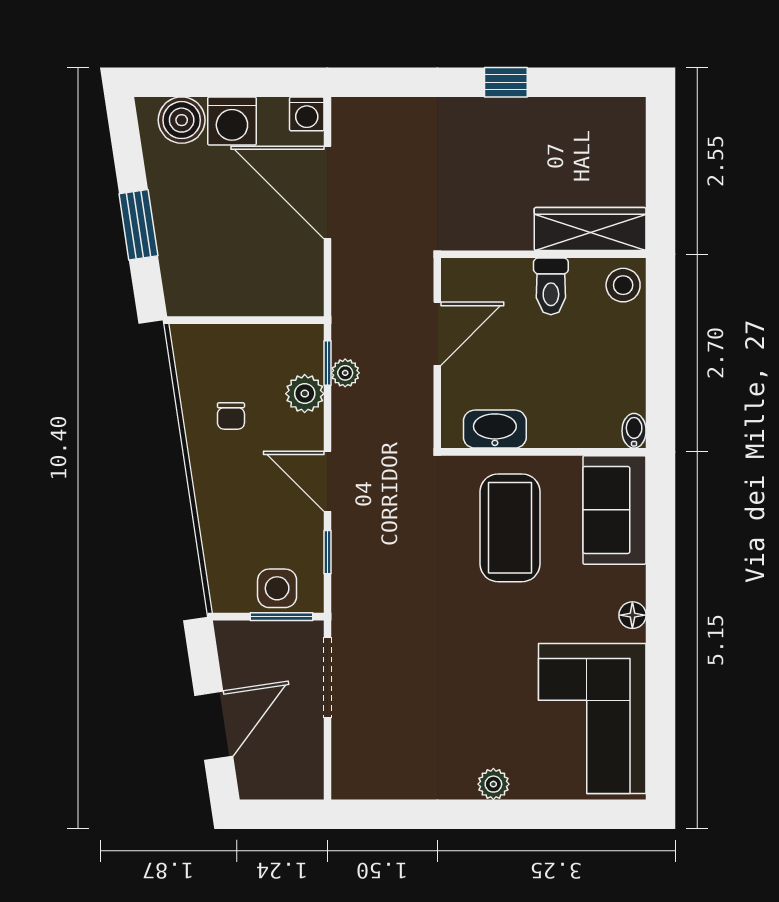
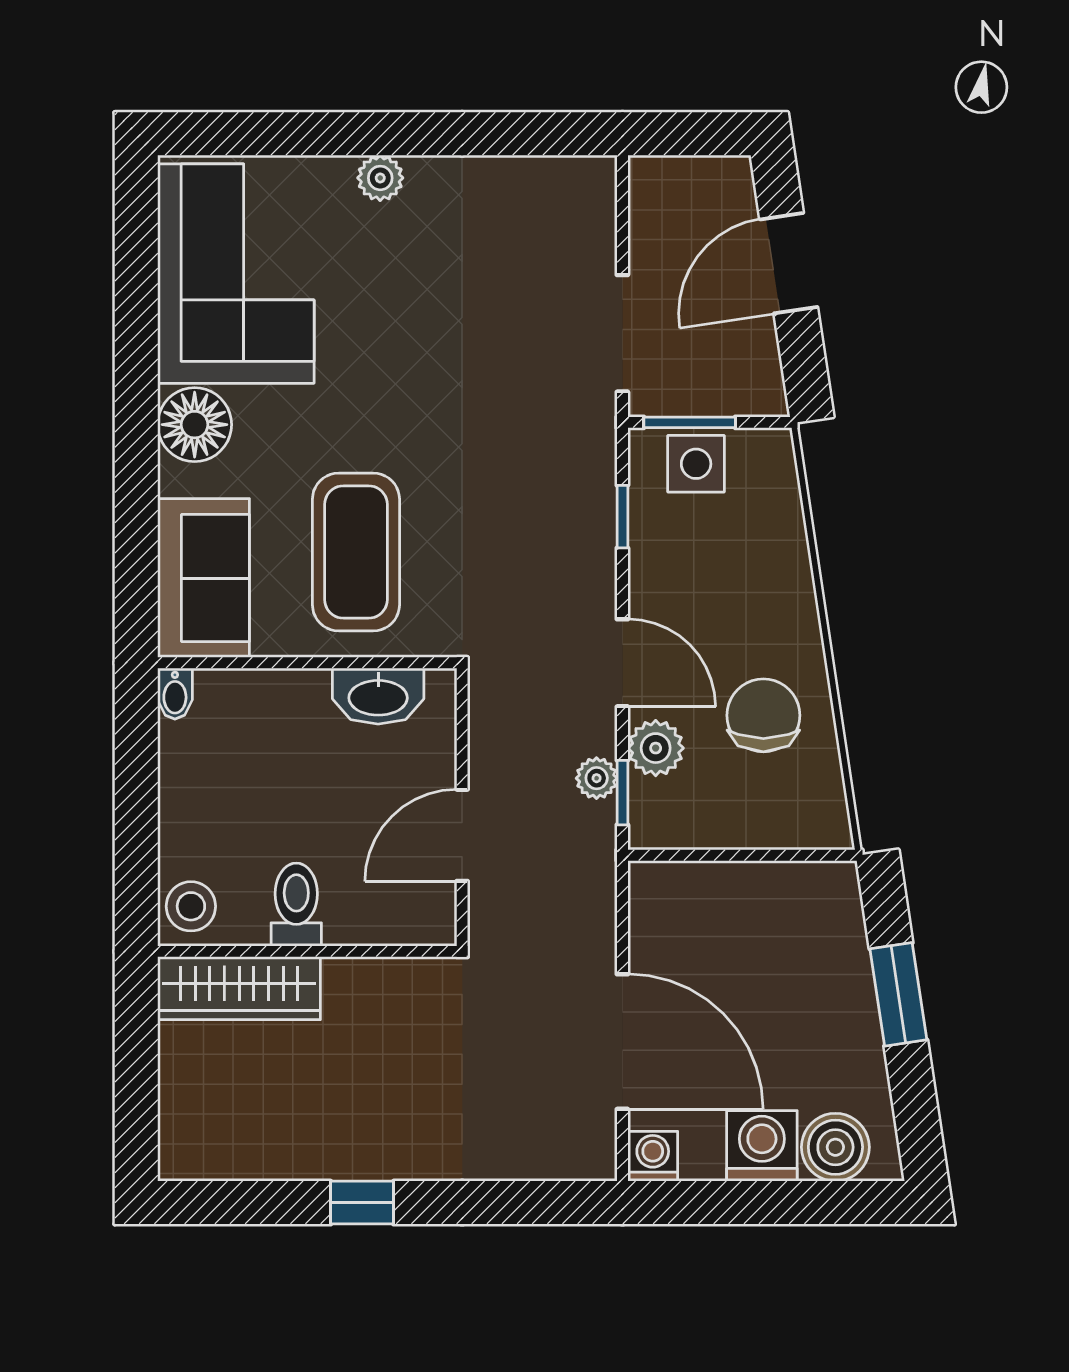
chair: (231, 416) -> (763, 715), width x1.87, depth x1.87
door: (327, 481) -> (622, 663), moved
floor lamp: (632, 615) -> (195, 425), width x1.89, depth x1.89

